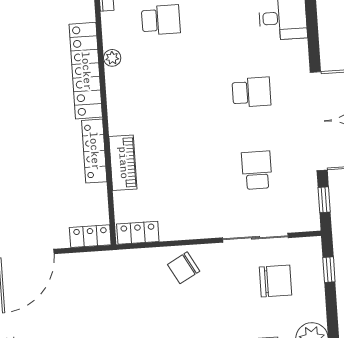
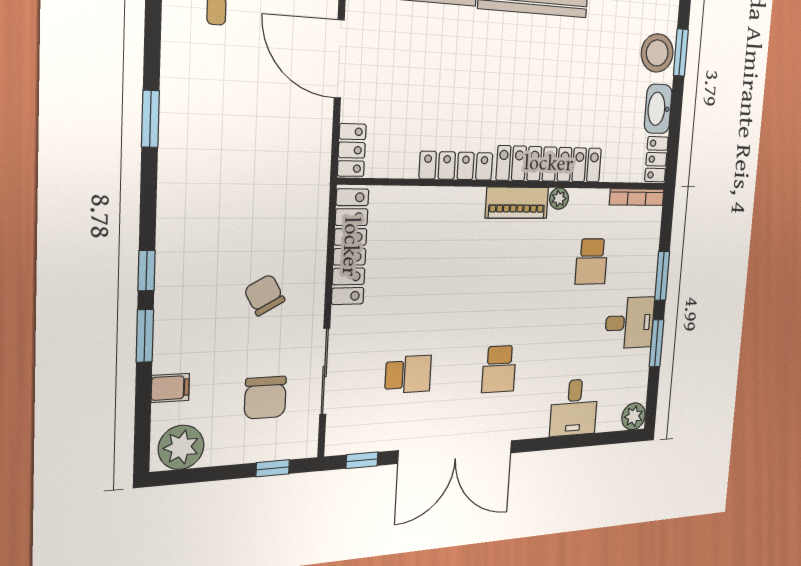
piano: (123, 163) -> (517, 203), moved
locker: (138, 233) -> (350, 247), width x2.16, depth x1.21
chair: (184, 268) -> (264, 295), moved

